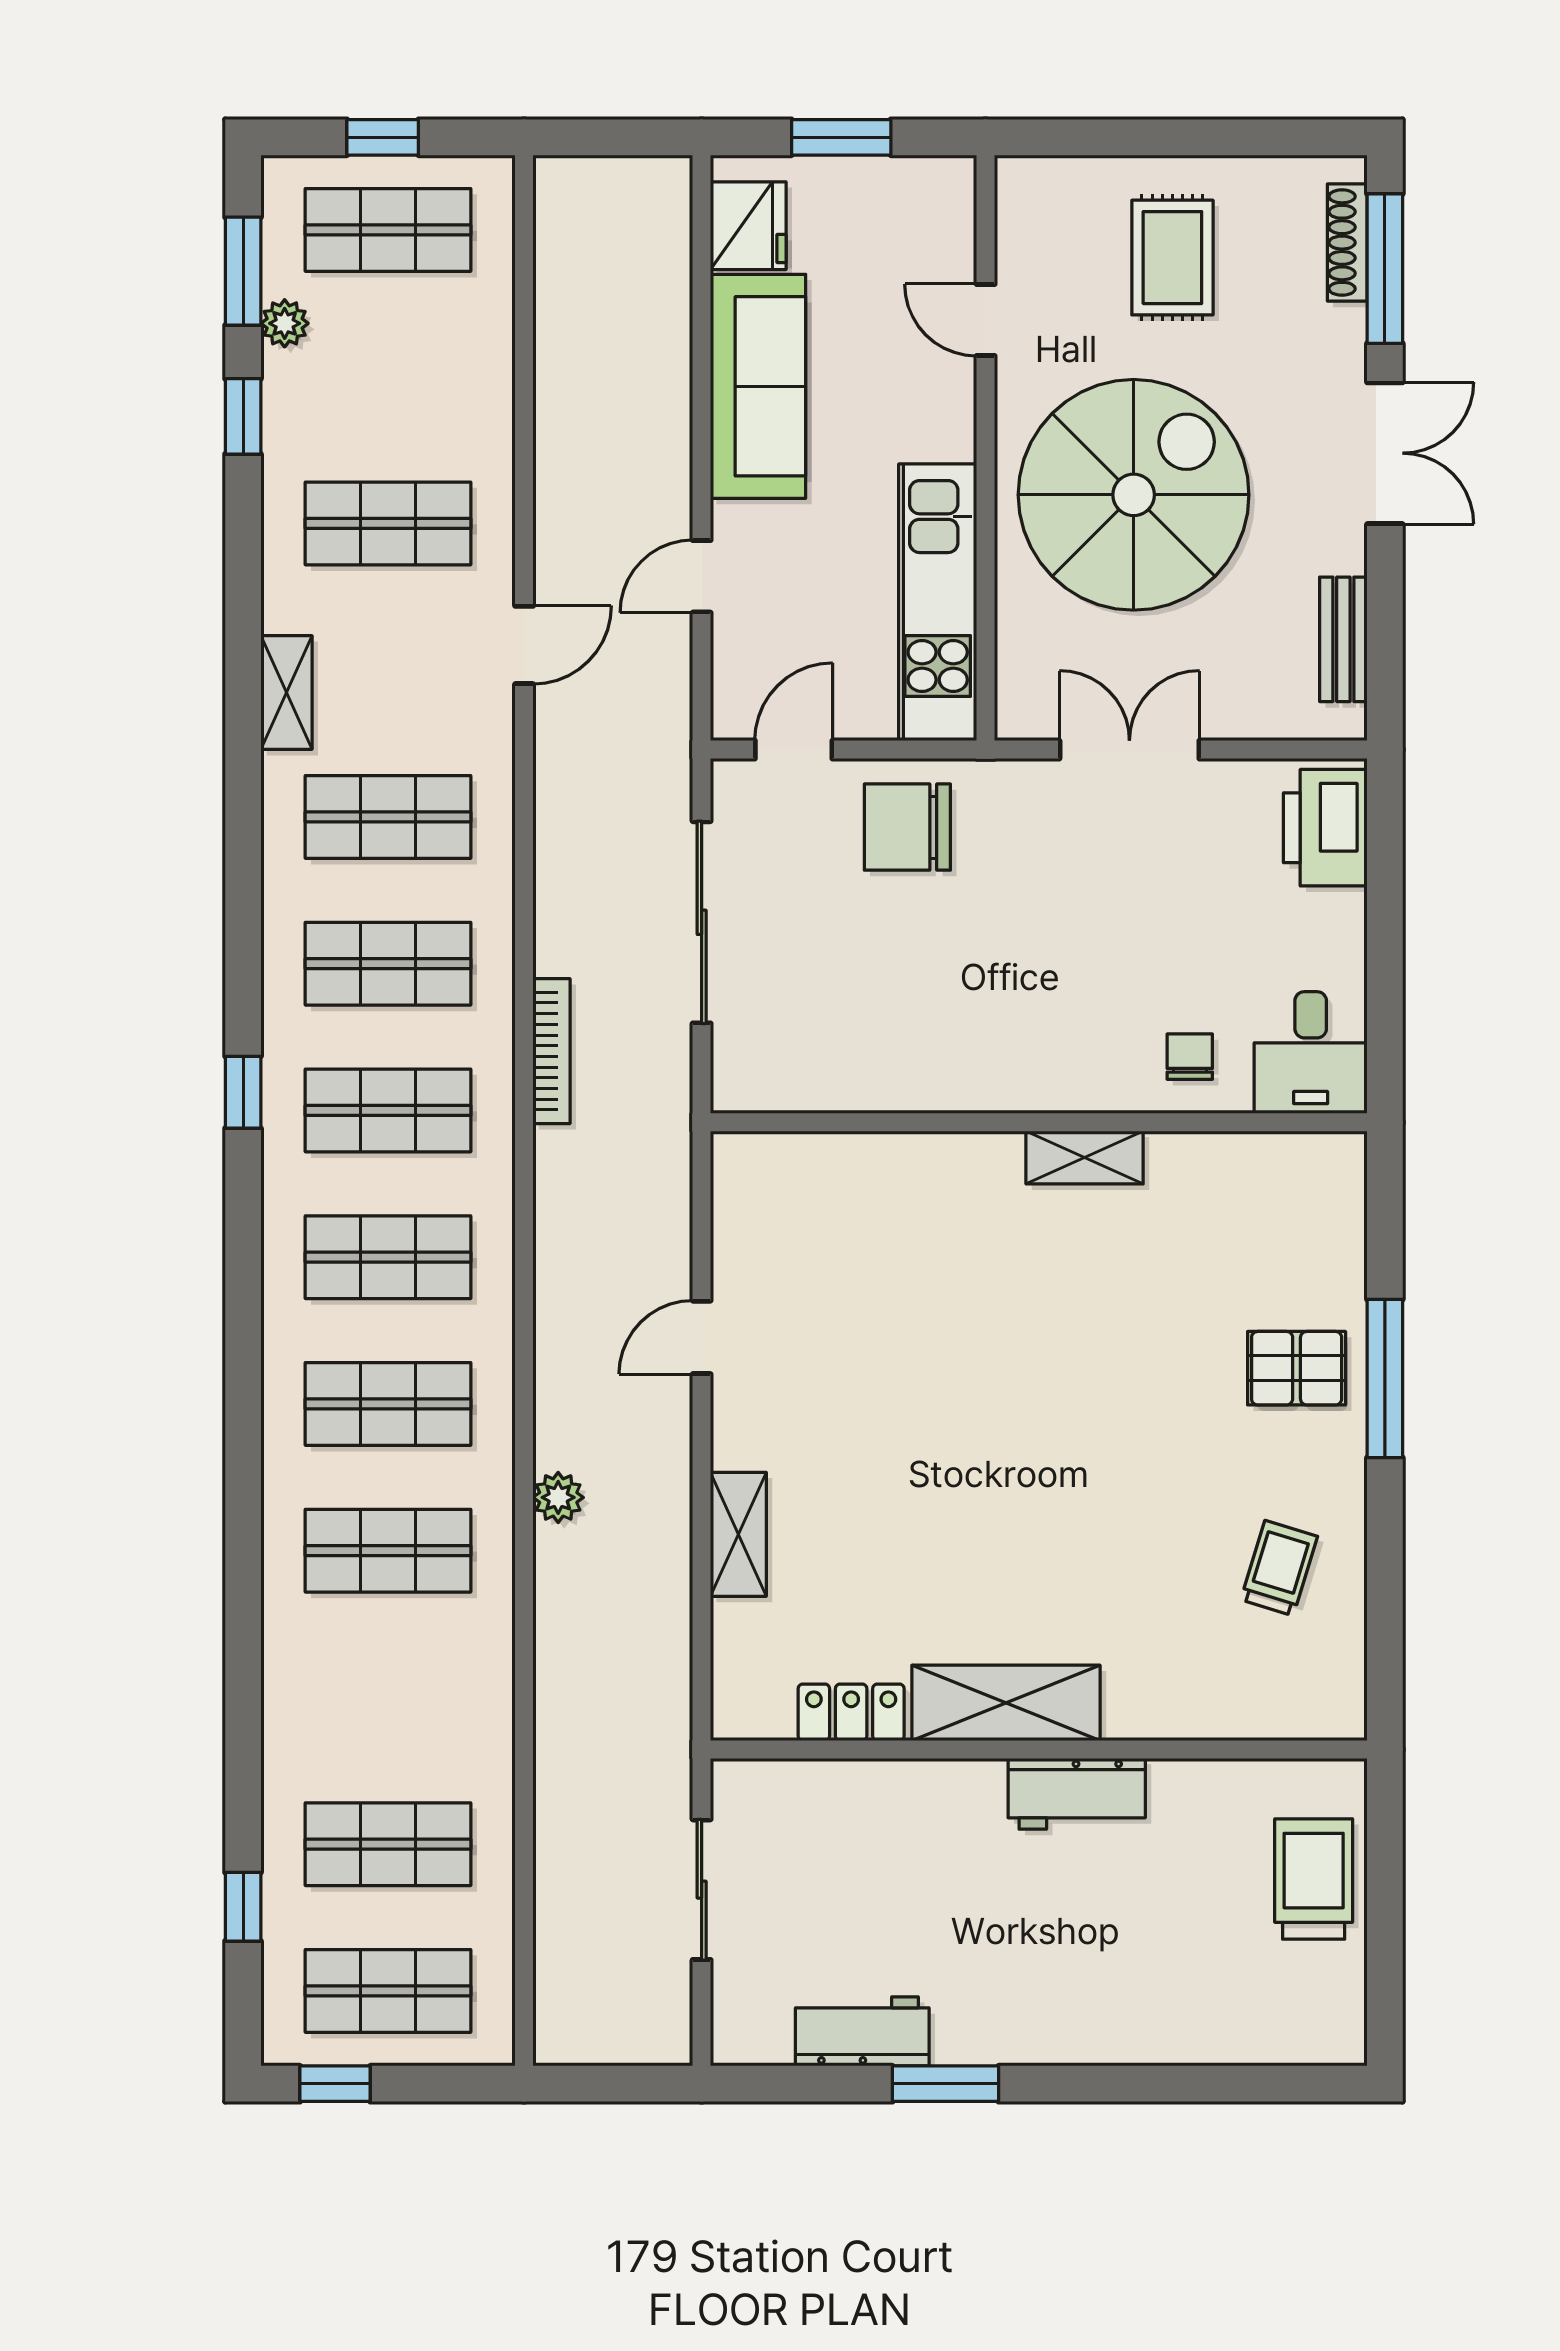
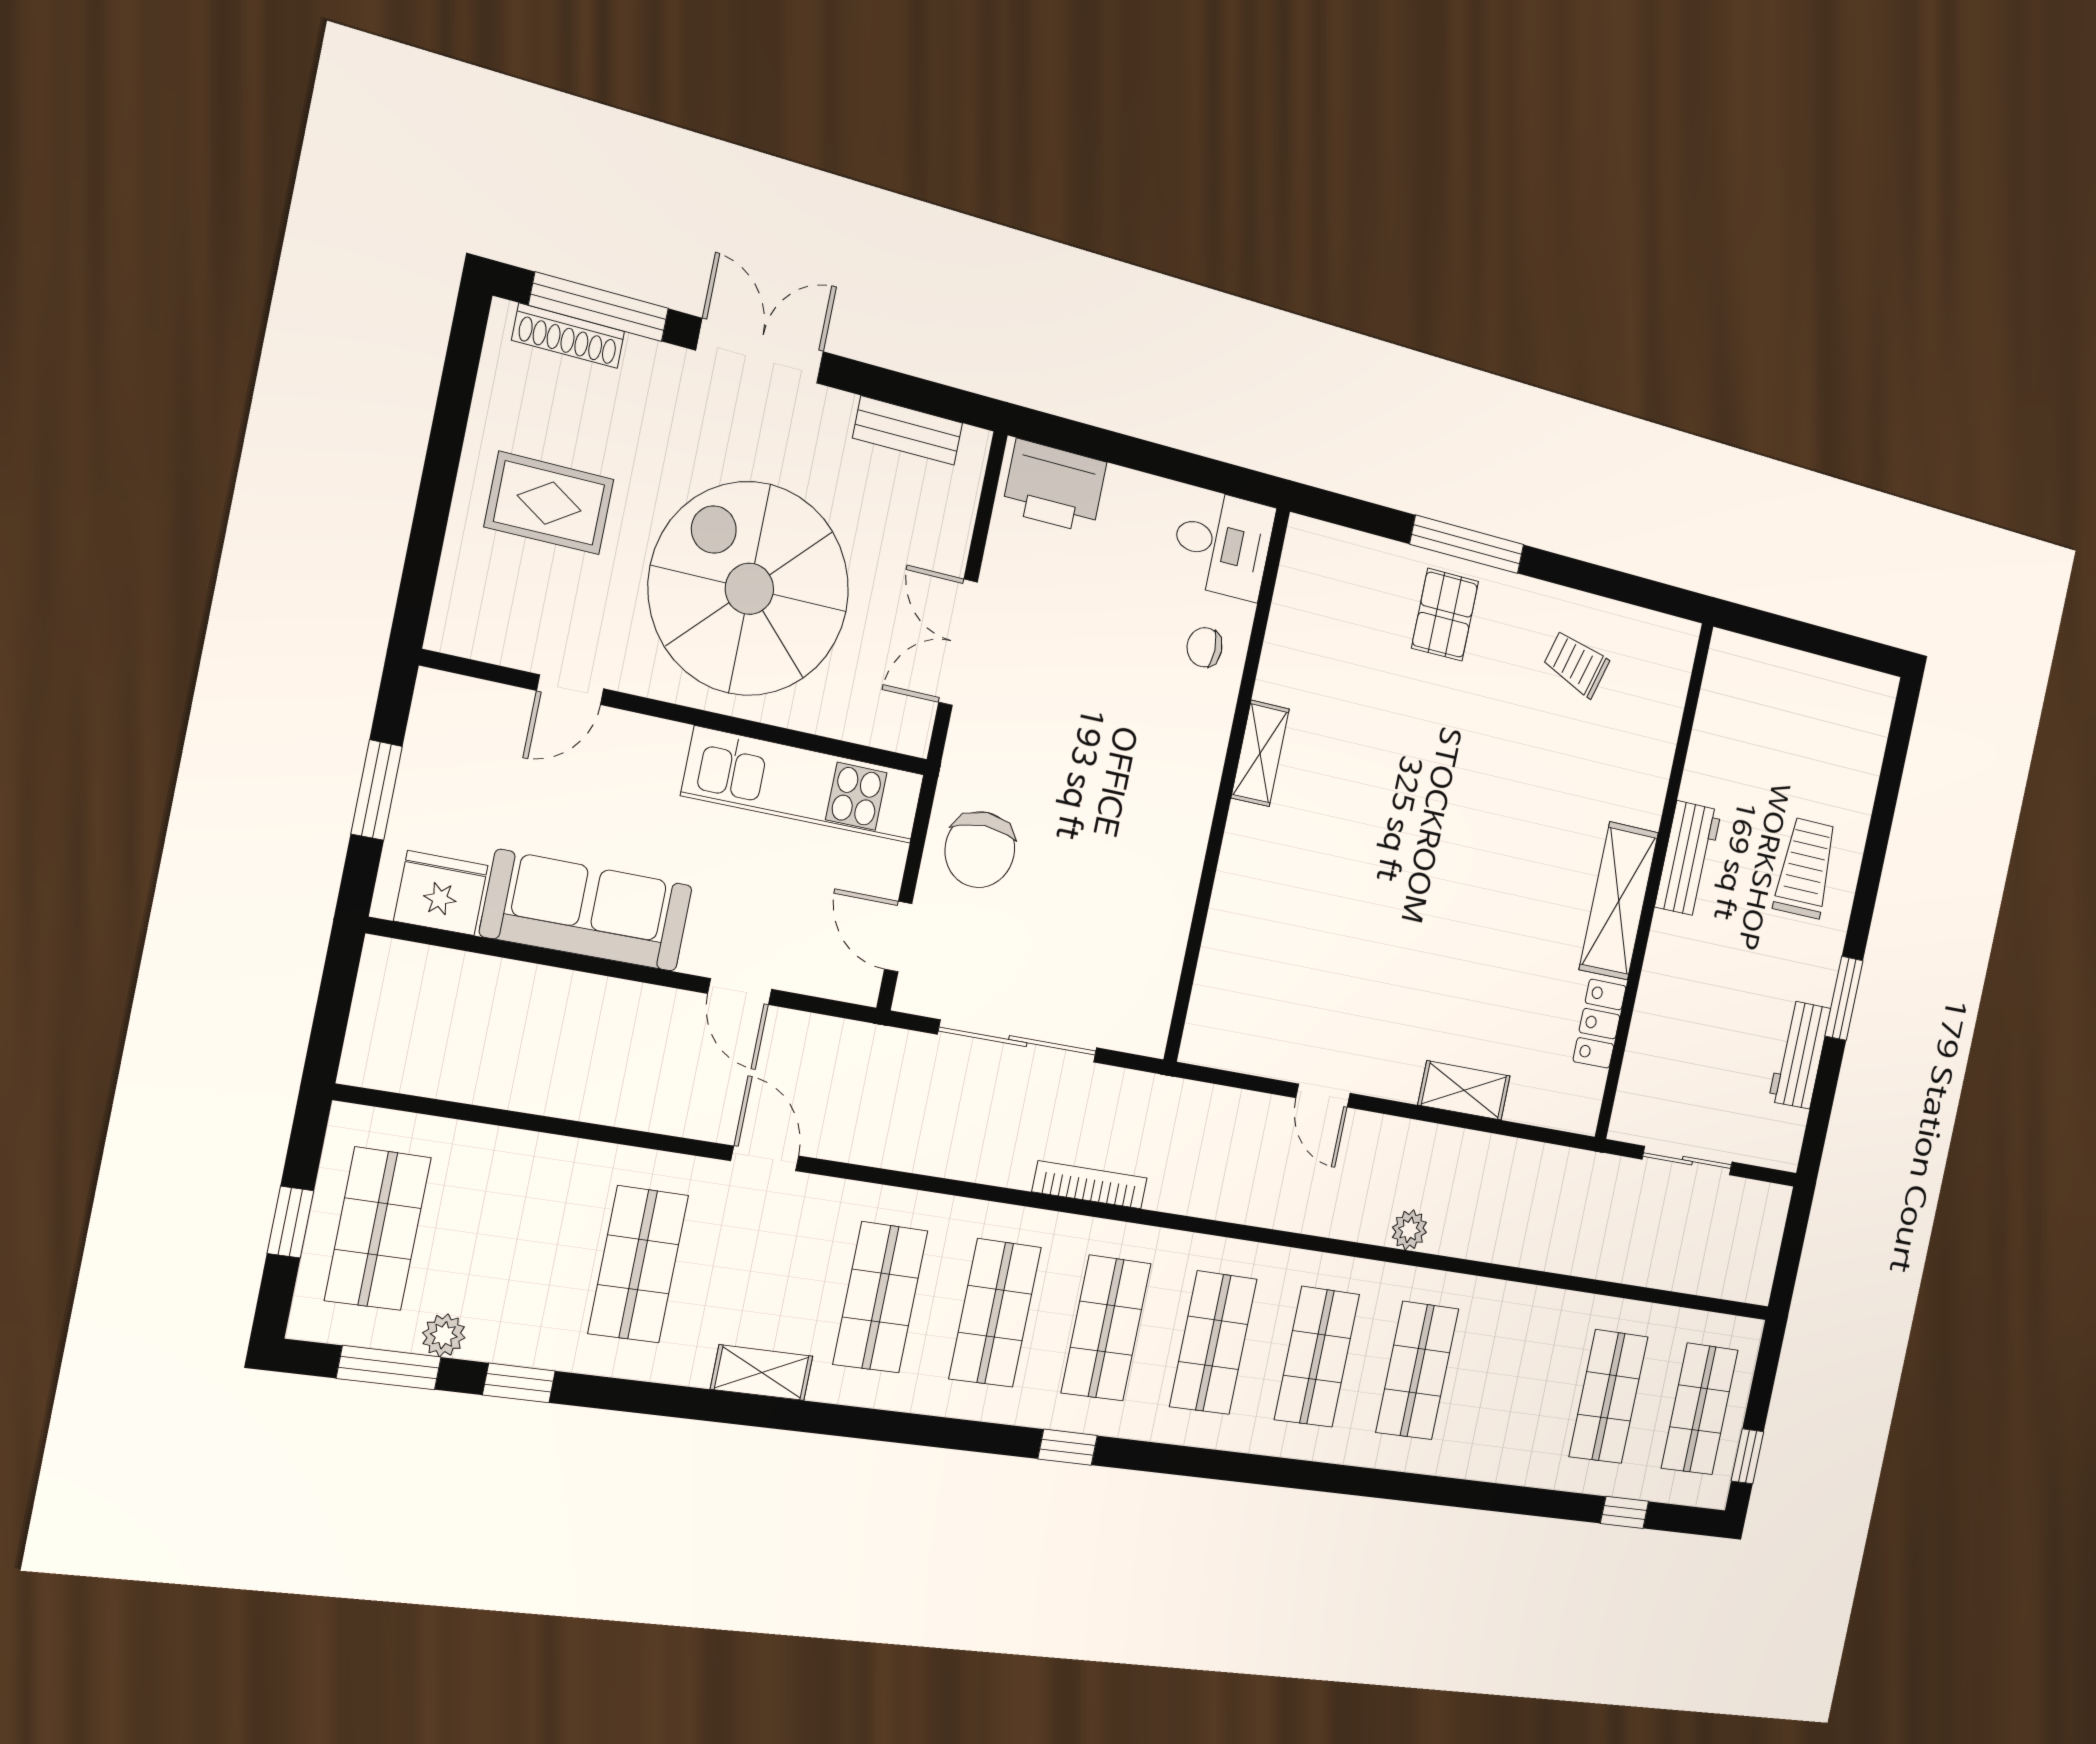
trolley: (1314, 1879) -> (1805, 868), moved, turned 90

